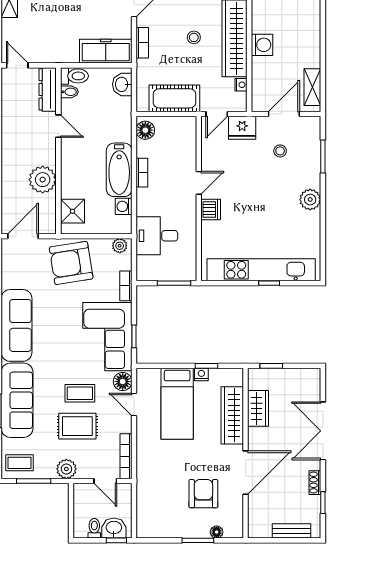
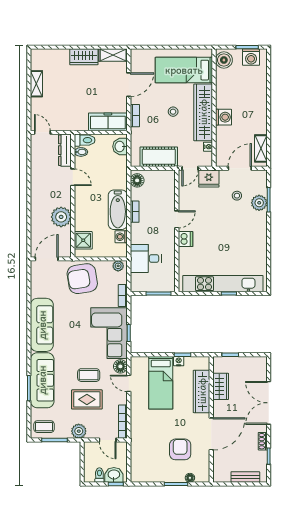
plant: (310, 200) -> (259, 203), moved

